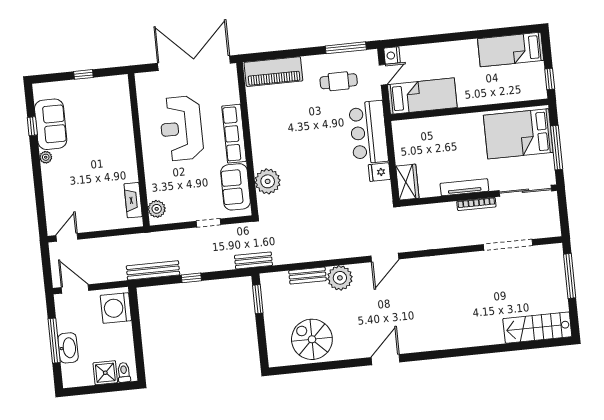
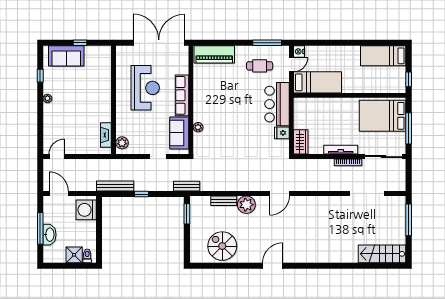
sofa: (51, 124) -> (66, 56), moved, turned 90
reception desk: (181, 128) -> (145, 88), turned 180
plant: (268, 181) -> (198, 127), width x0.53, depth x0.53

